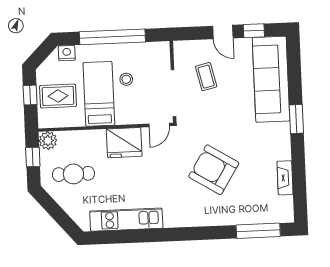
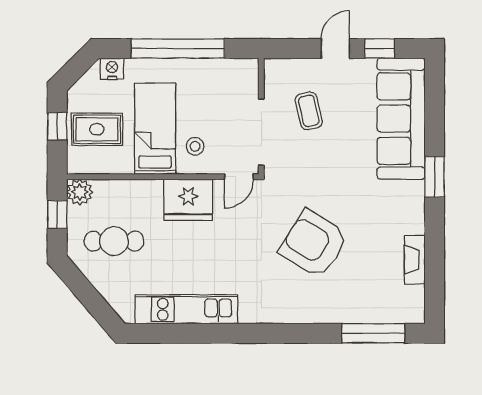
door: (223, 32) -> (335, 49), swing flipped
stool: (126, 79) -> (195, 146), moved

